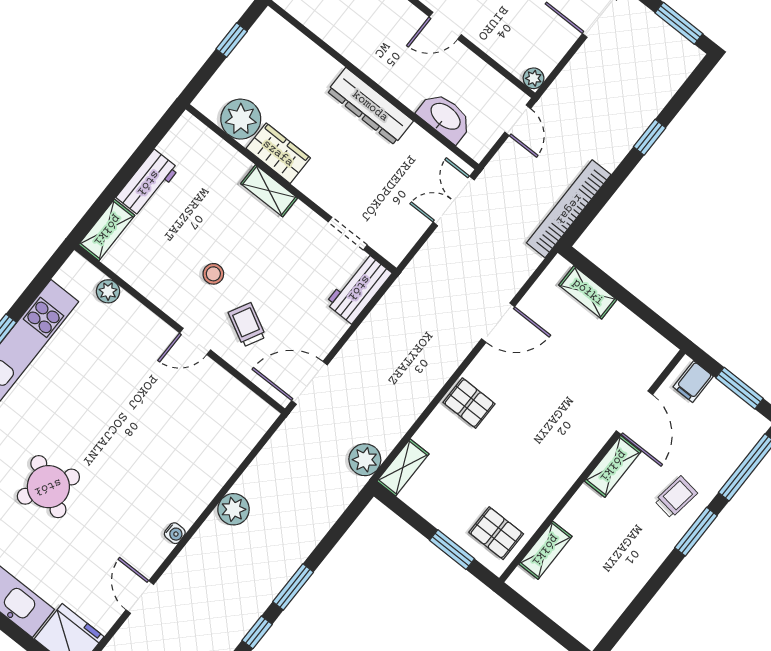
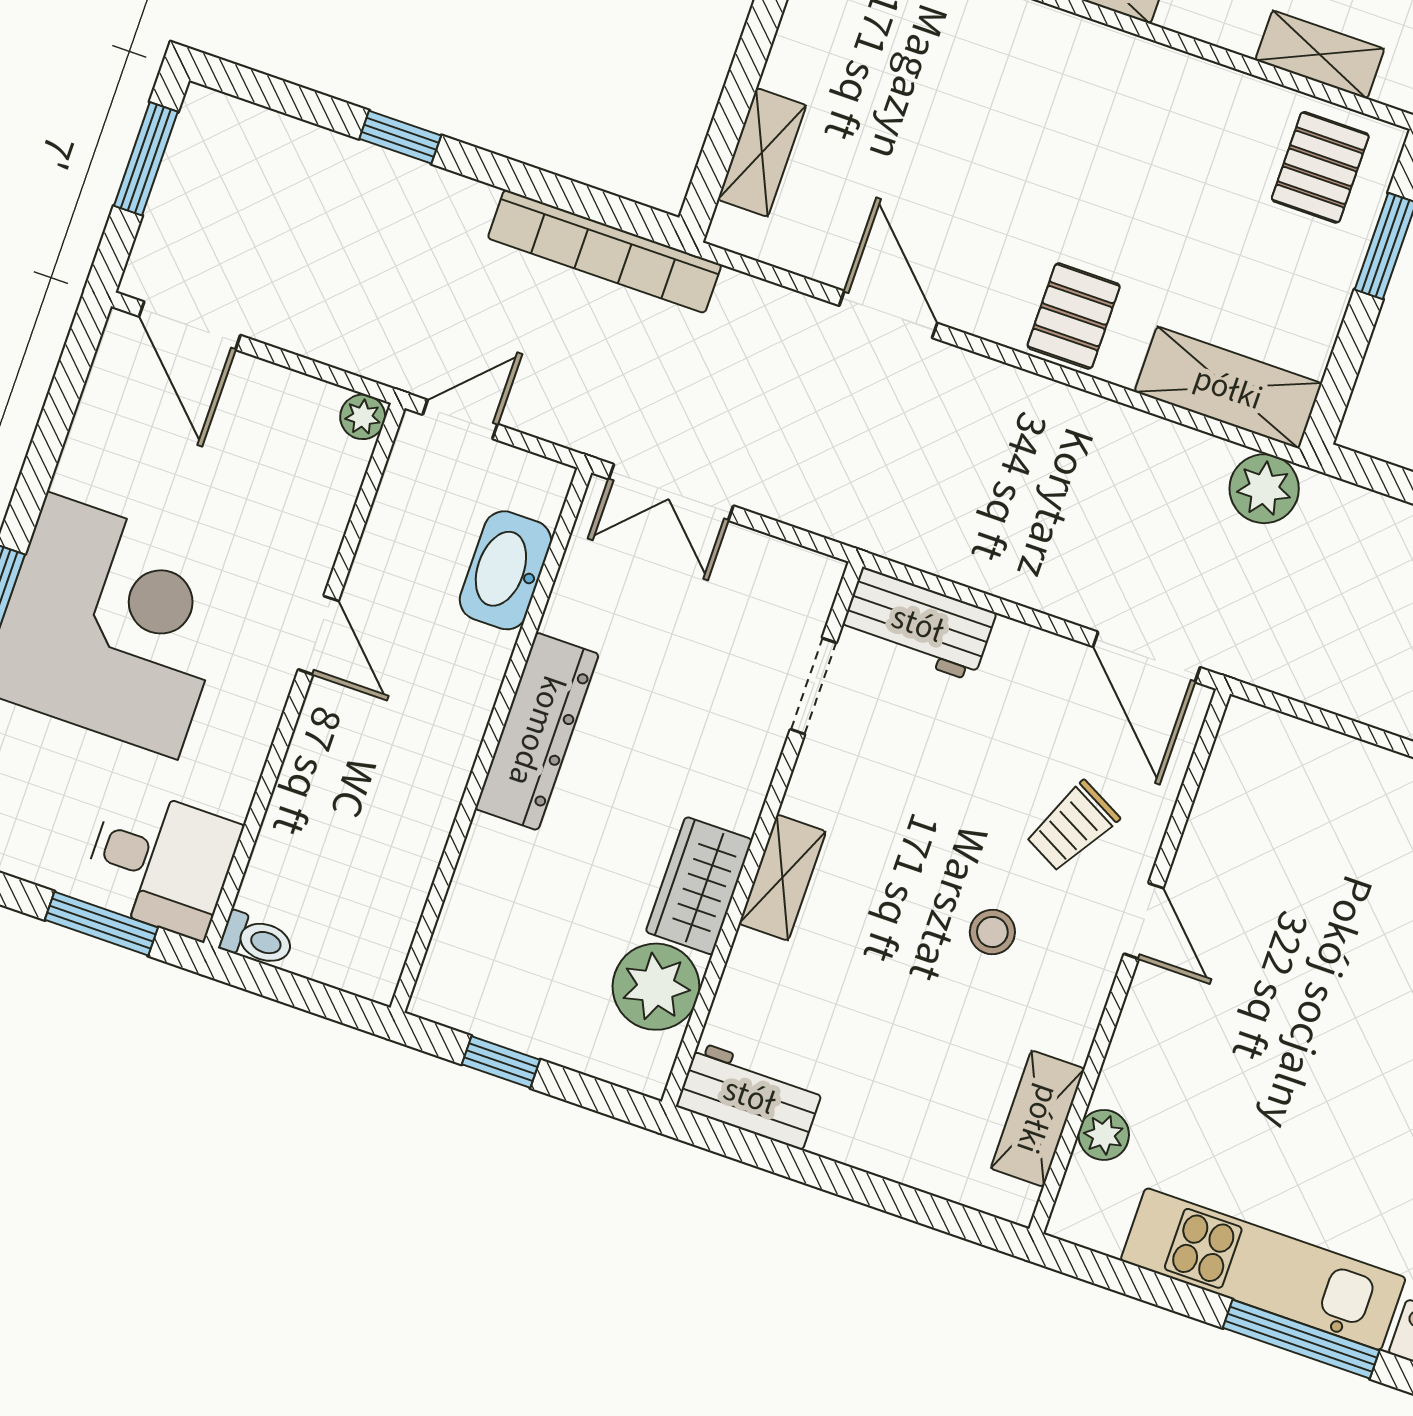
workbench: (148, 183) -> (750, 1096), moved
shelving: (107, 230) -> (1038, 1119), moved, turned 90
shelving: (403, 468) -> (1228, 388), width x1.50, depth x1.33

